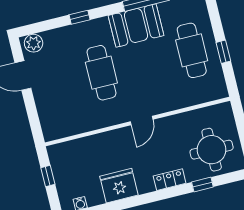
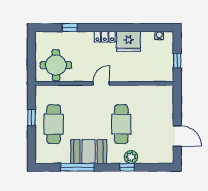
plant: (34, 43) -> (131, 157), moved
round table: (212, 150) -> (56, 65), moved
locker: (170, 180) -> (105, 37), moved

